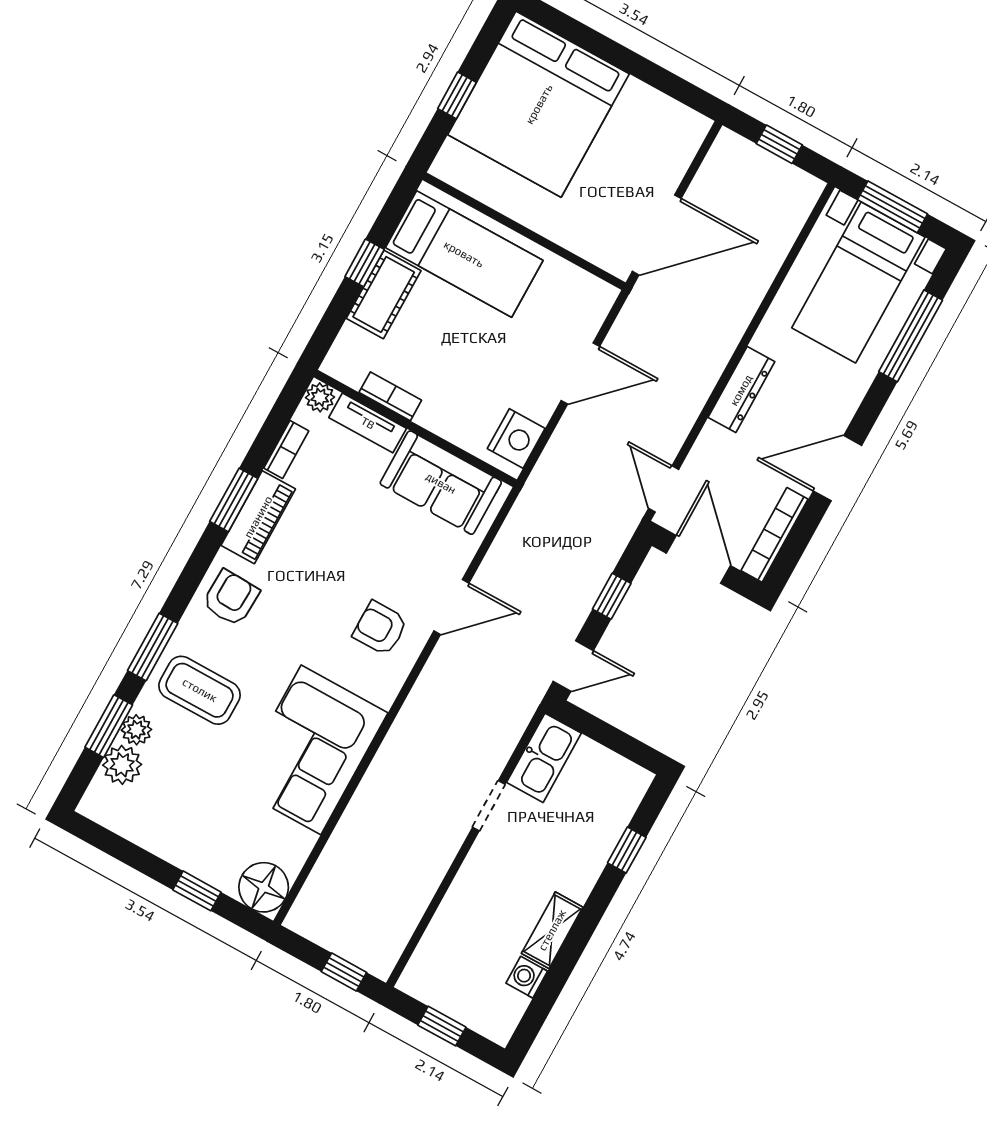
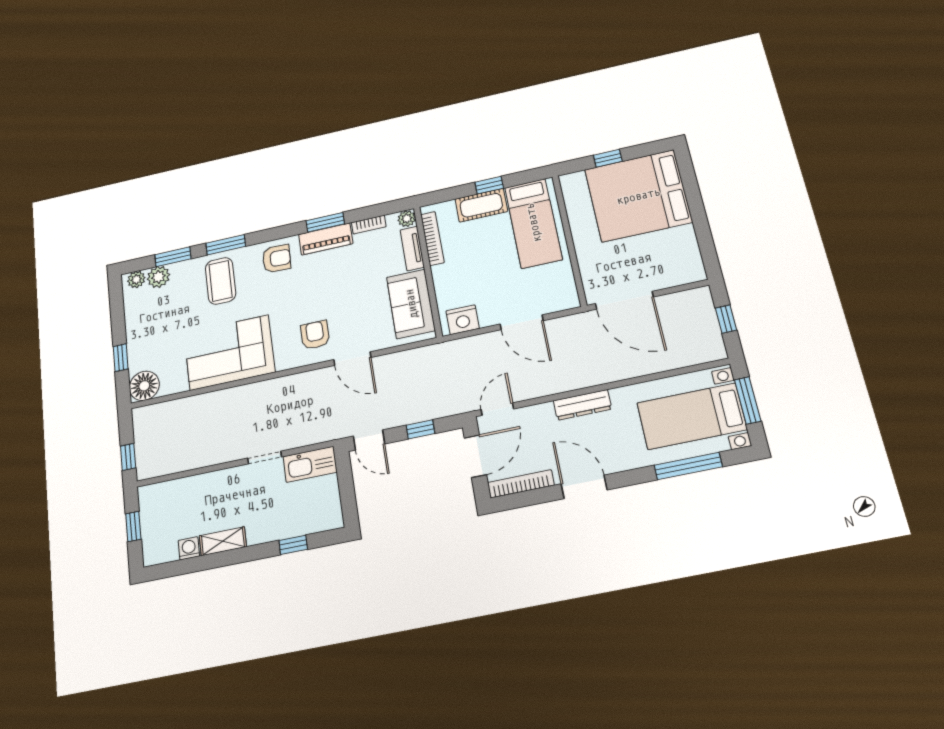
bookcase: (390, 396) -> (432, 239), width x1.56
plant: (136, 730) -> (136, 279), moved

